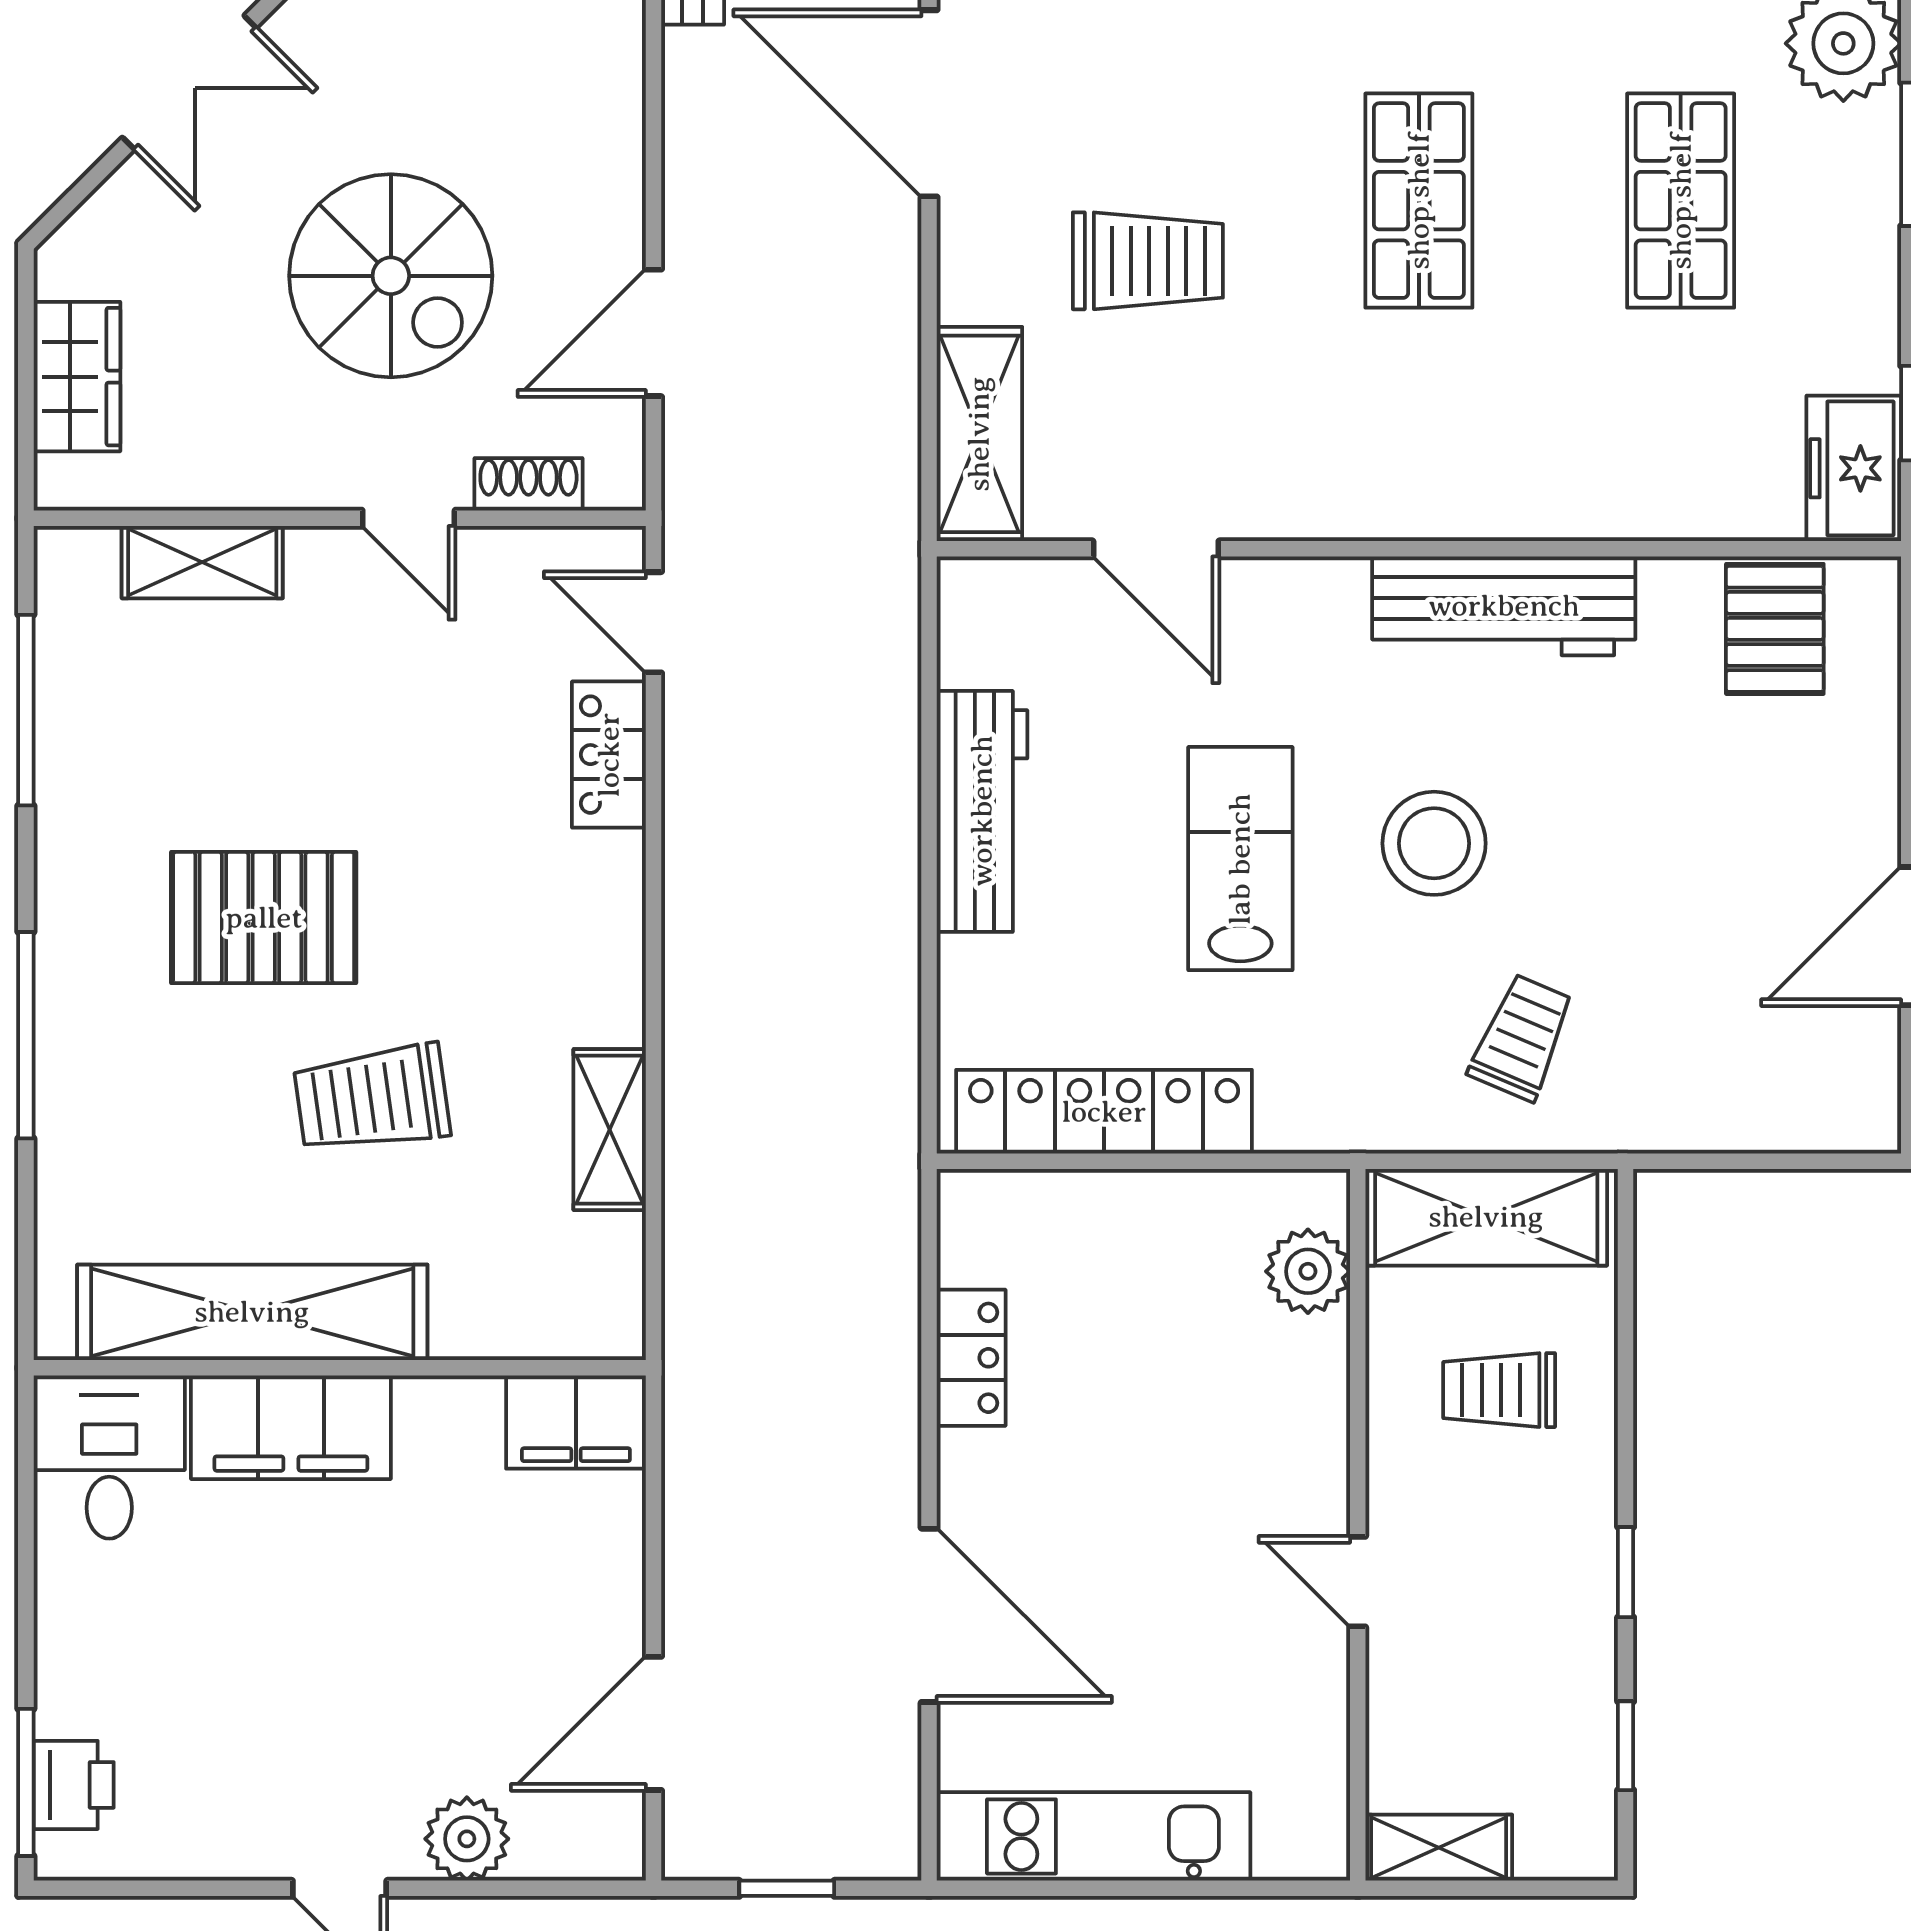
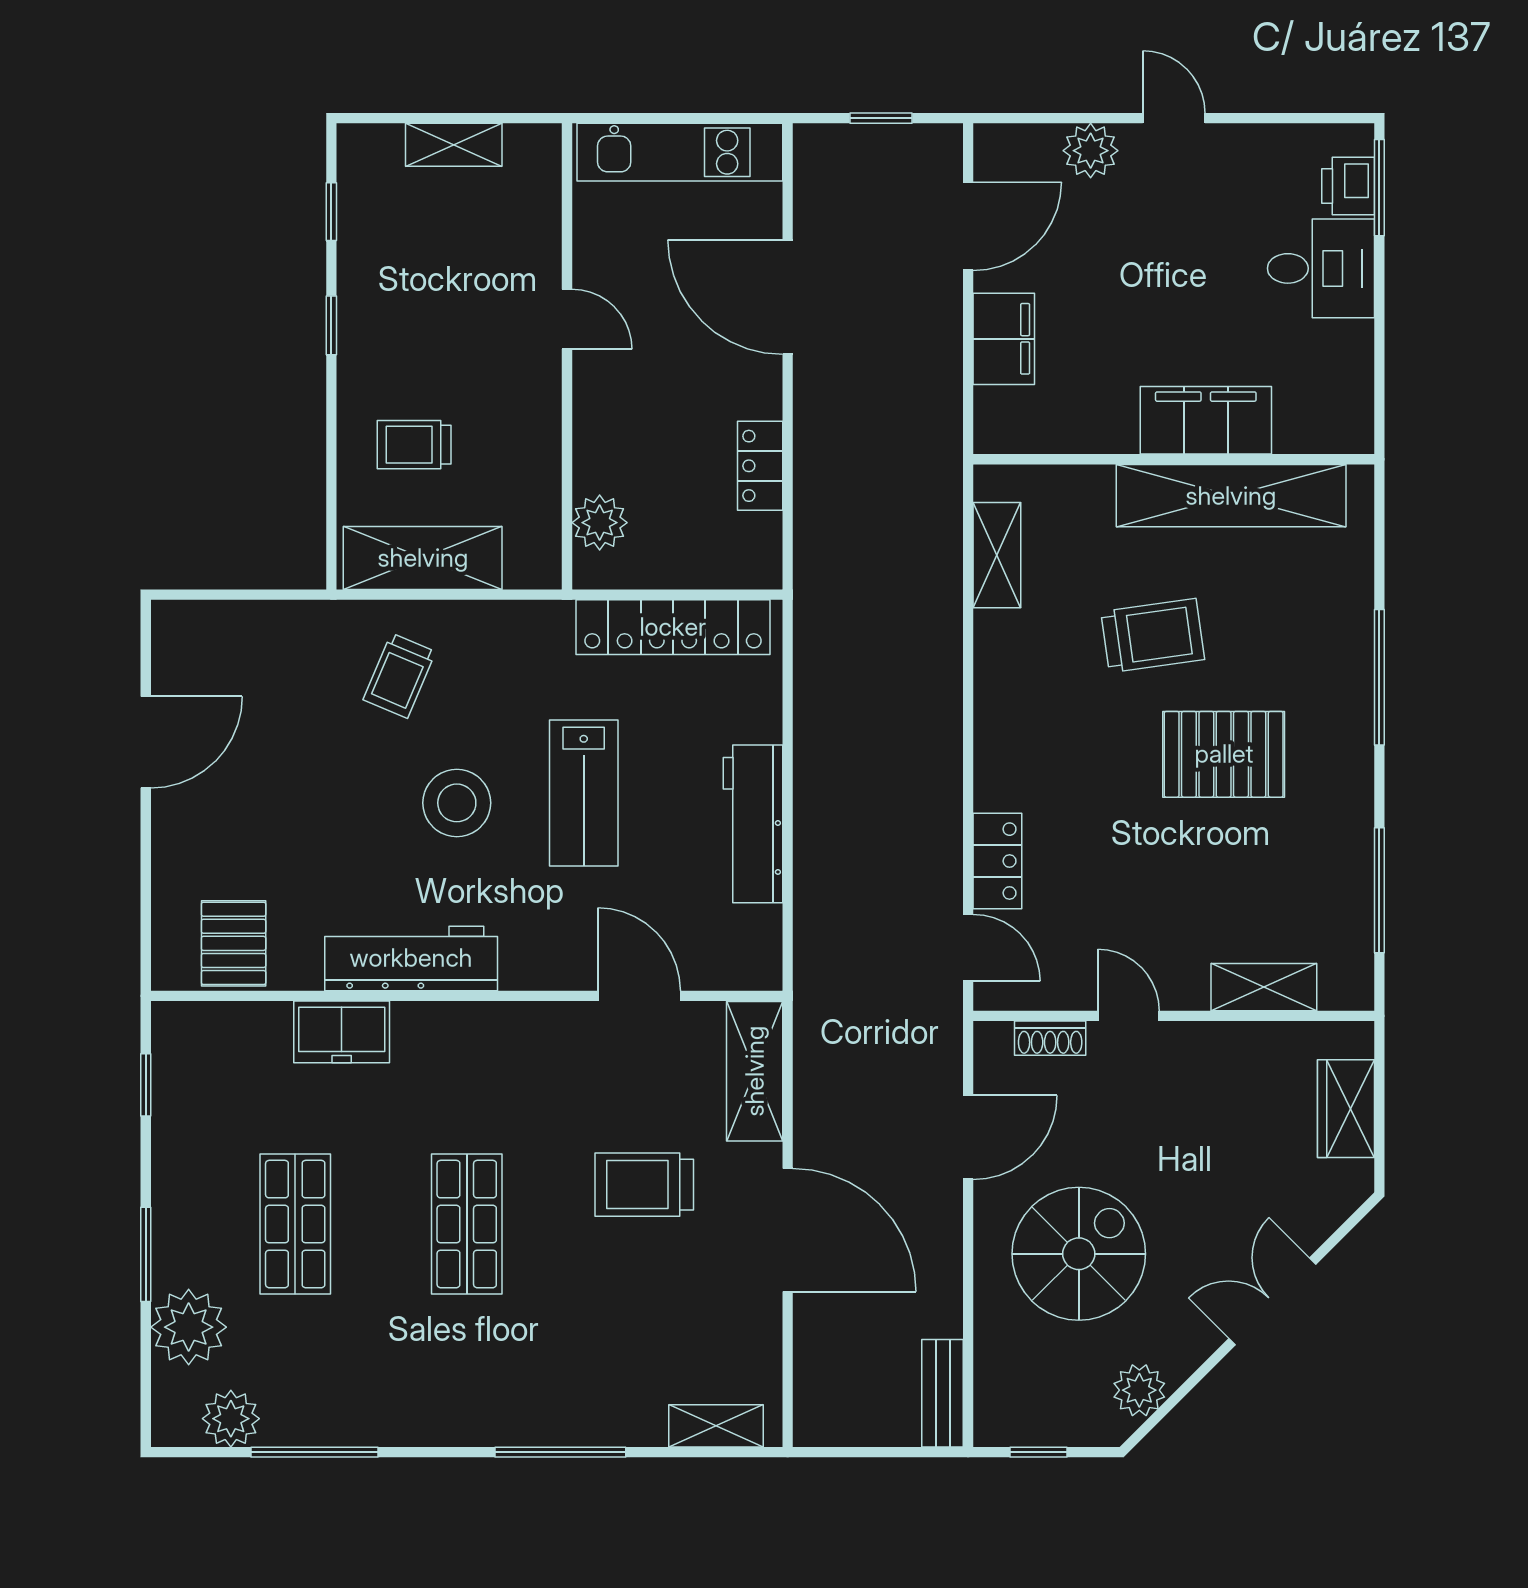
door: (929, 103) -> (788, 1230), moved
spiral stairs: (391, 276) -> (1079, 1254), moved, turned 90
freezer: (1854, 468) -> (342, 1032), moved, turned 90
shelving: (610, 1130) -> (997, 555), moved
plant: (1308, 1271) -> (600, 523), moved
trolley: (1499, 1390) -> (414, 445), turned 180
filing cabinet: (576, 1422) -> (1004, 339), moved, turned 90
desk: (109, 1457) -> (1321, 268), moved, turned -90
wall: (1358, 1525) -> (567, 356), moved
door: (1358, 1582) -> (567, 319), moved

